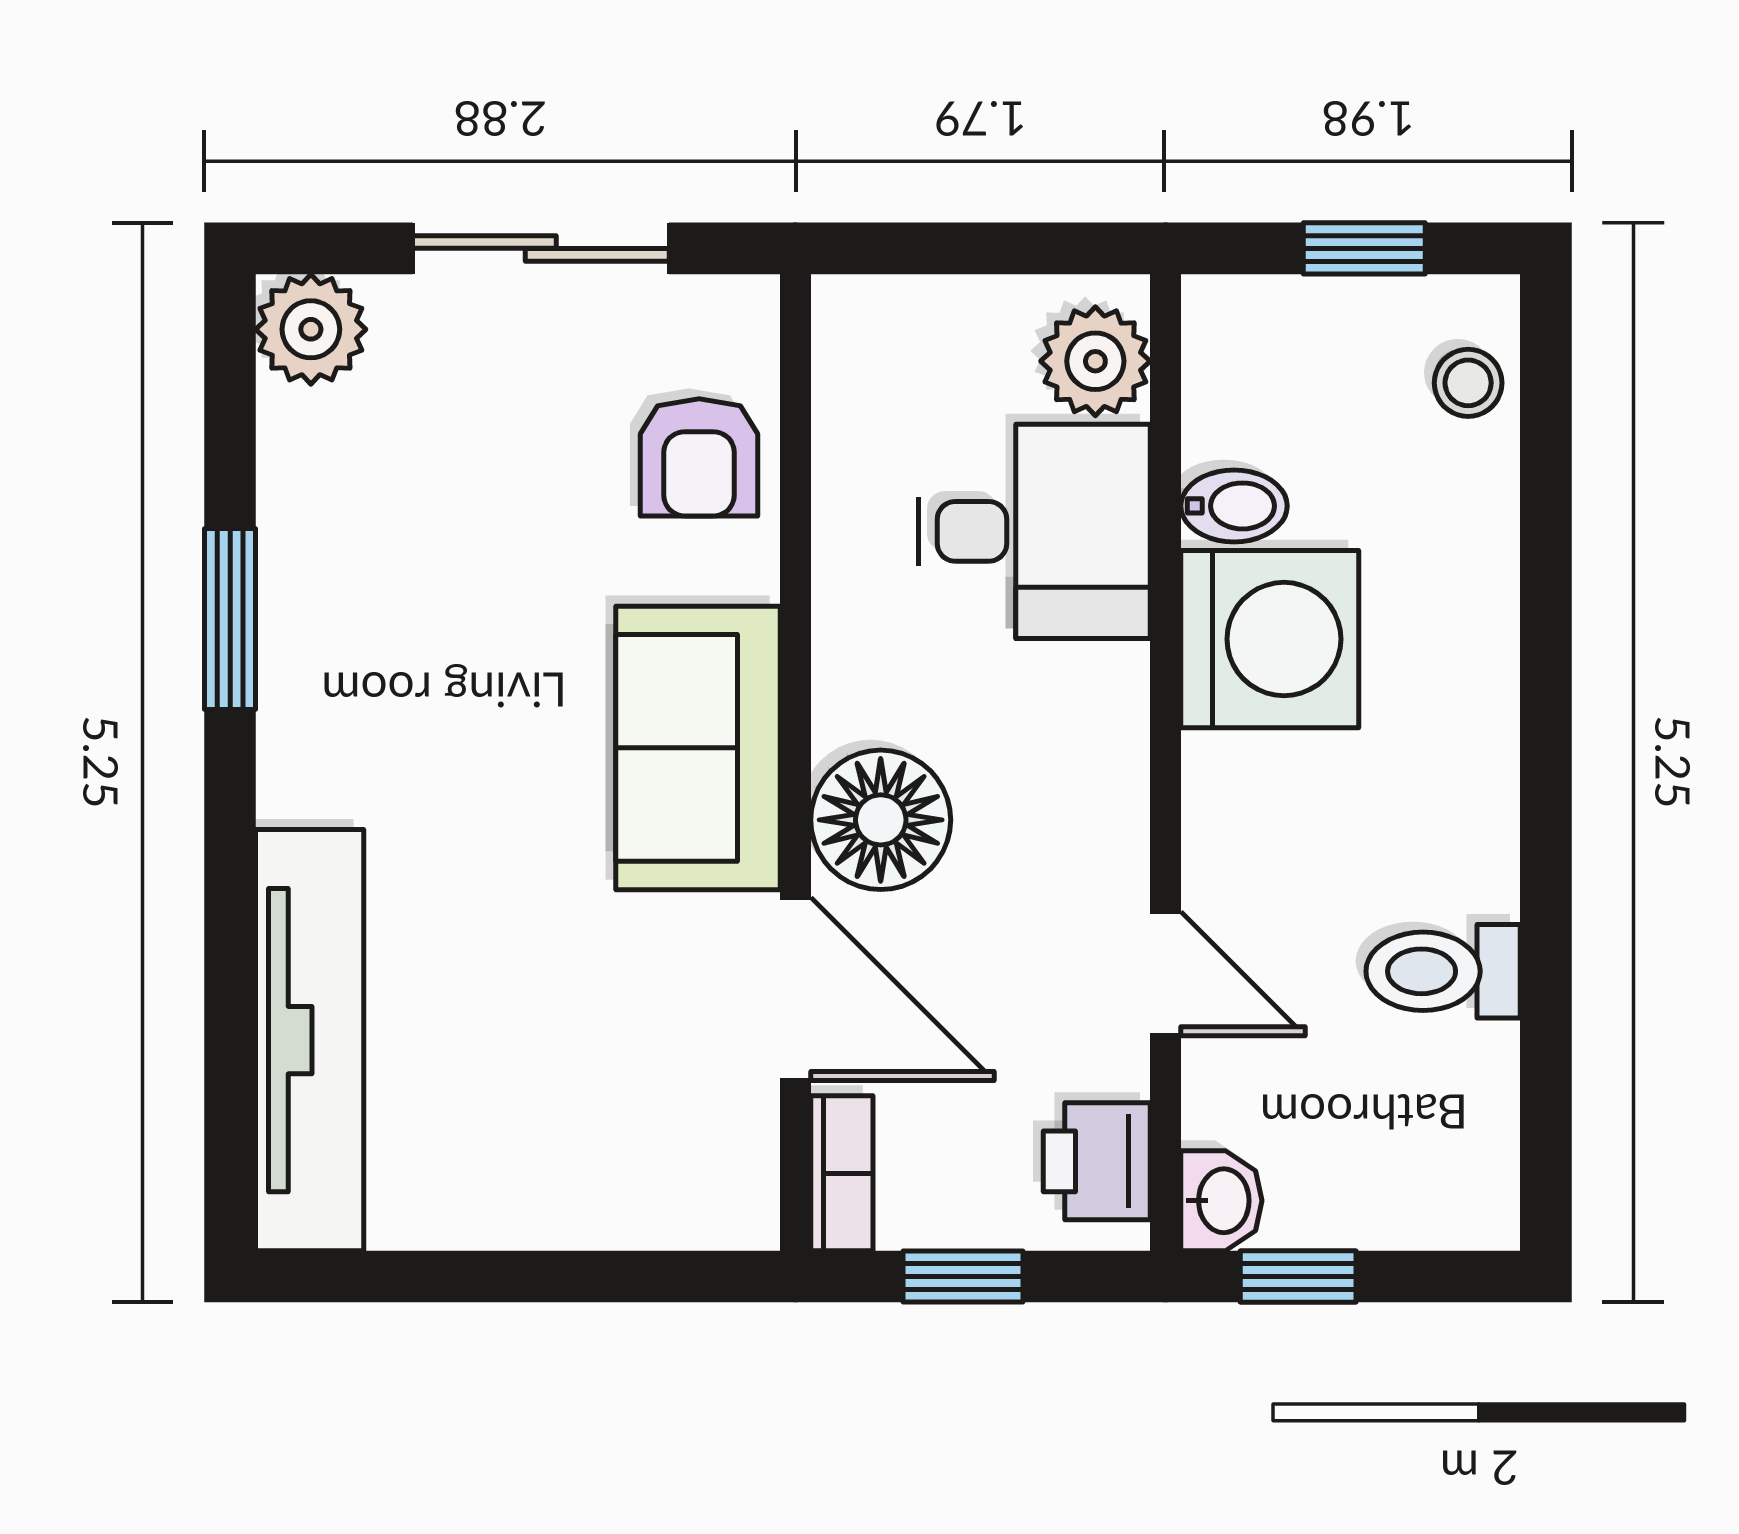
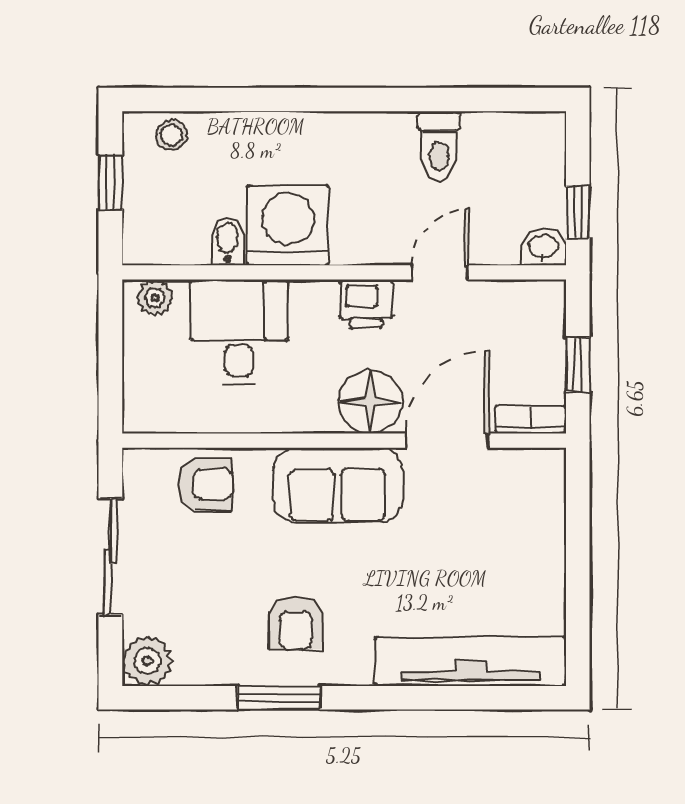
plant: (1095, 361) -> (155, 298), width x0.73, depth x0.73
armchair: (395, 656) -> (296, 623), added
printer: (1097, 1161) -> (366, 304), moved

